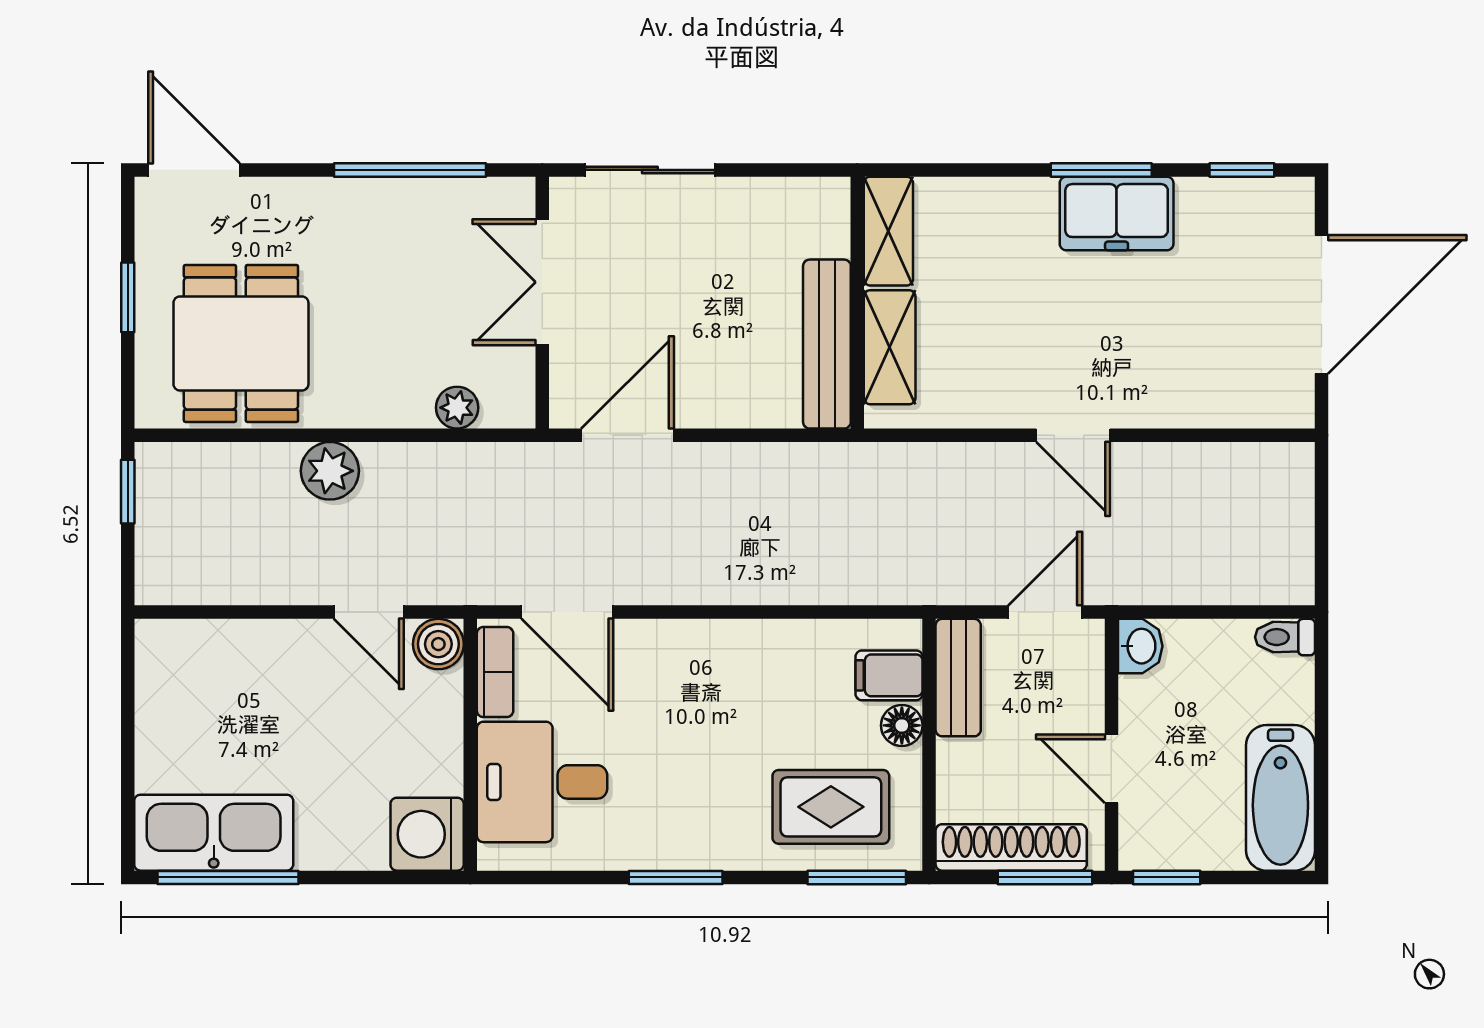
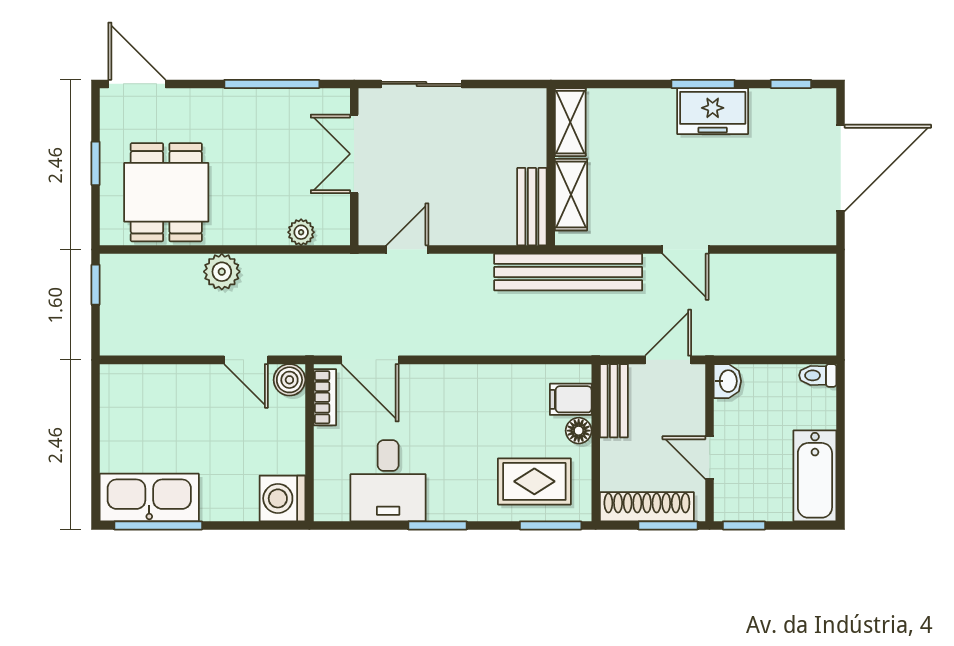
bench: (827, 344) -> (532, 207), width x0.73
door: (627, 435) -> (407, 249), width x0.73
bench: (885, 471) -> (568, 272), added
desk: (542, 782) -> (388, 481), moved, turned -90

